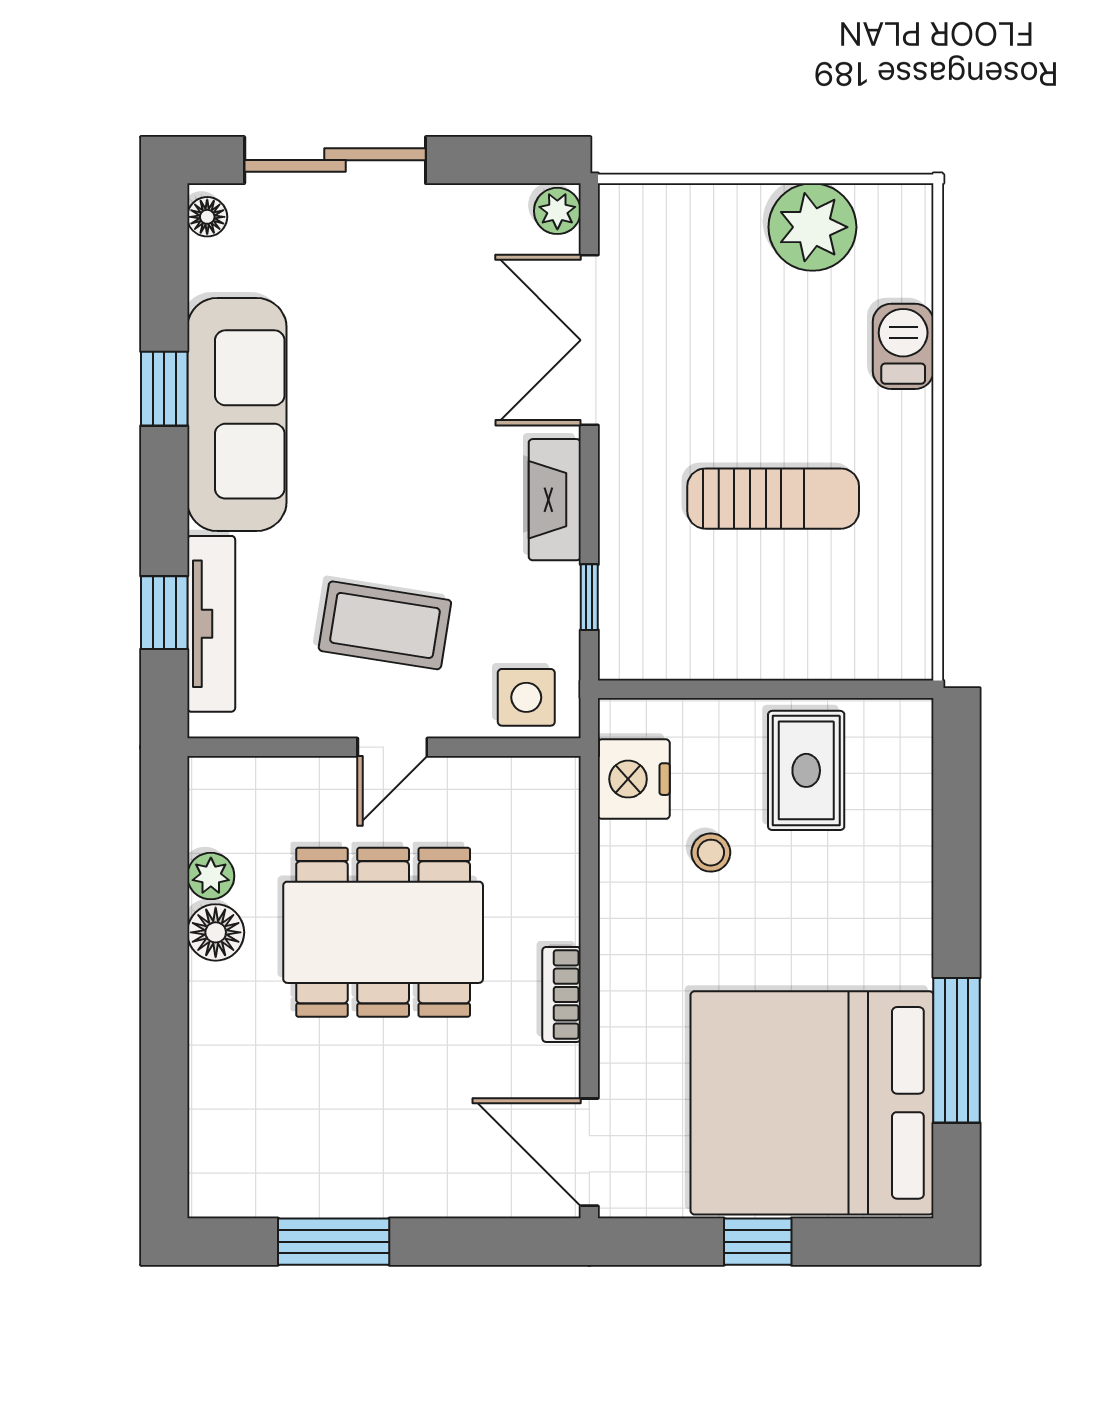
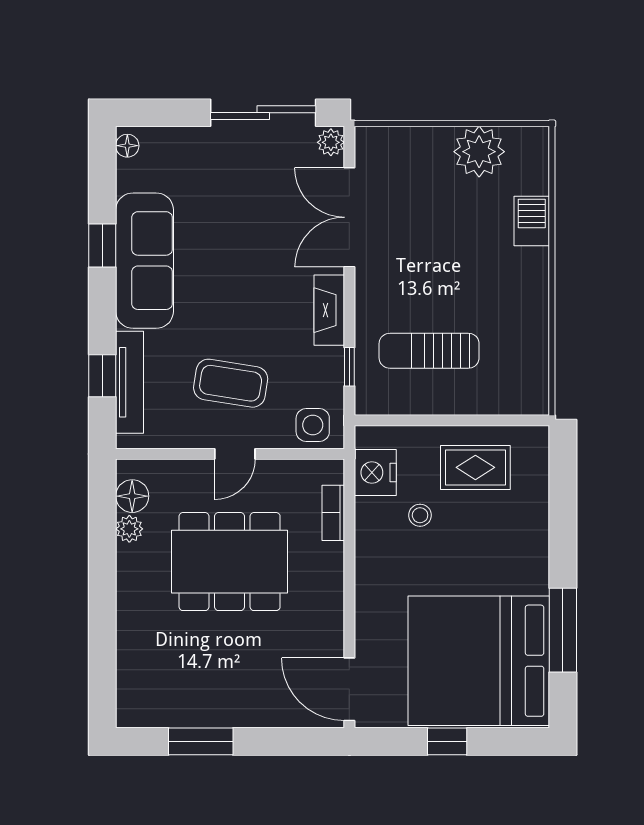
sliding door: (335, 160) -> (263, 113), moved
sun lounger: (773, 499) -> (429, 351), moved, turned 180
rug: (806, 770) -> (475, 467), turned 90
floor lamp: (216, 932) -> (132, 496), moved
bookcase: (562, 994) -> (333, 513), moved

